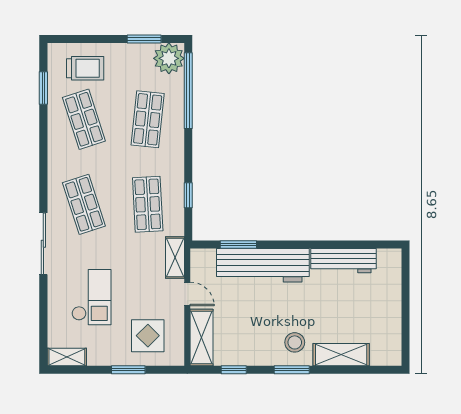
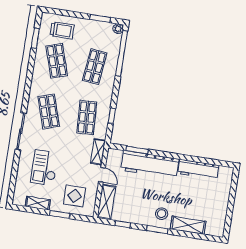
plant: (169, 58) -> (118, 29), width x0.53, depth x0.53
checkout: (91, 297) -> (44, 168), turned 180
shelving: (67, 357) -> (38, 203), moved

